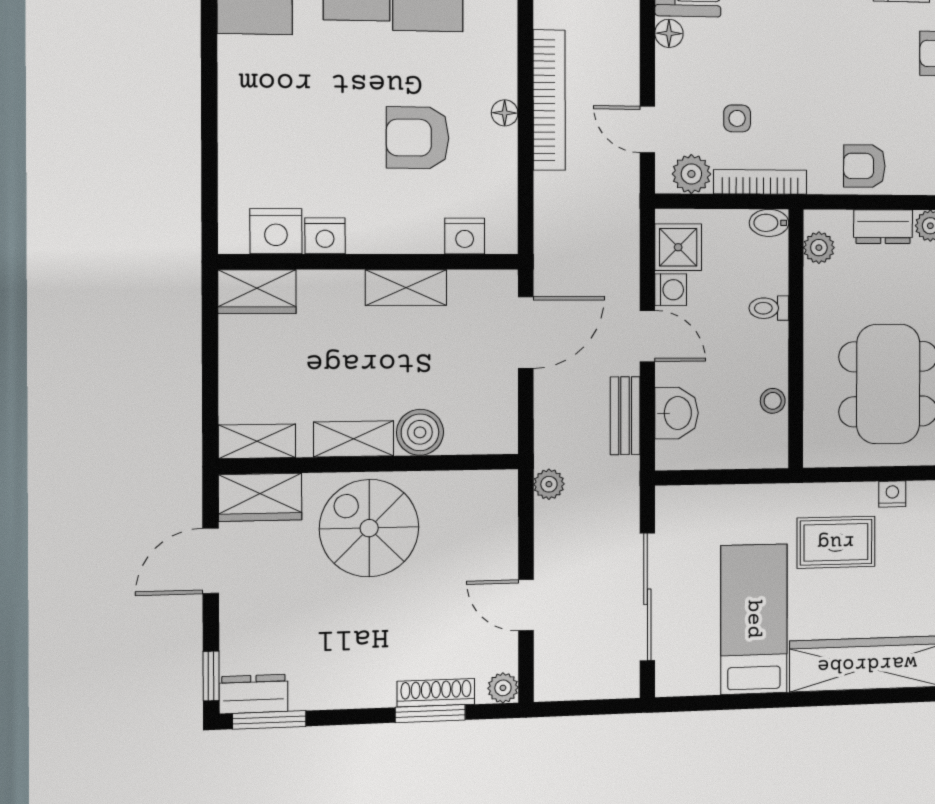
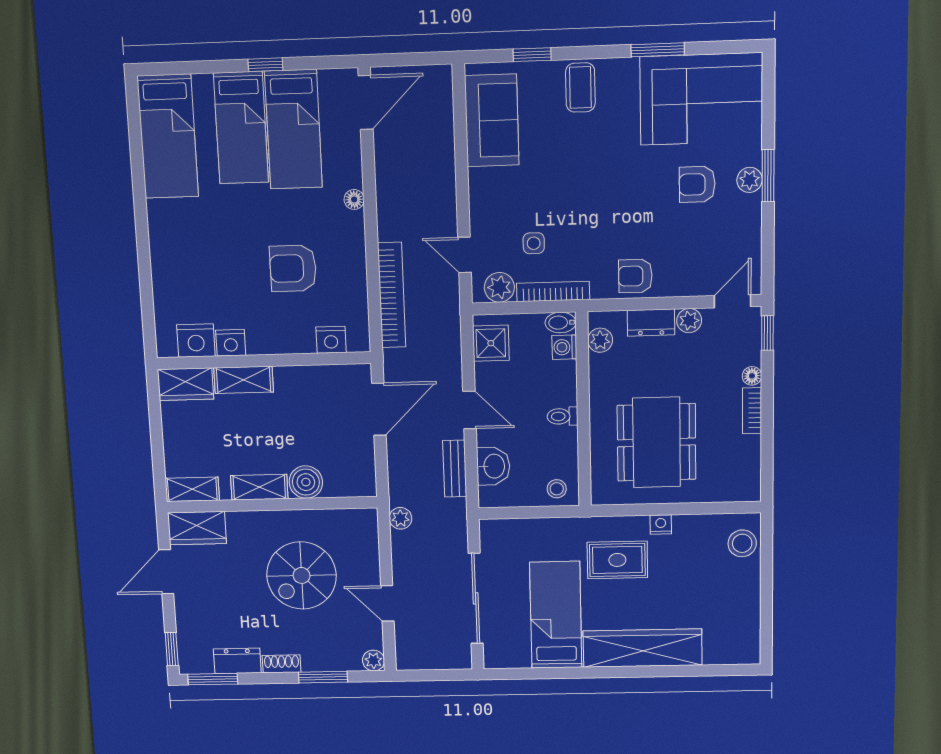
floor lamp: (669, 33) -> (479, 180), removed
bookcase: (549, 100) -> (392, 295), moved
floor lamp: (505, 113) -> (354, 199), moved
shelving: (406, 288) -> (244, 380), moved
washing machine: (671, 290) -> (564, 347), moved, turned 180
toilet: (769, 308) -> (563, 416), moved
stool: (773, 401) -> (557, 489), moved
spiral stairs: (369, 528) -> (302, 575), moved, turned -90
shoe rack: (436, 693) -> (282, 664), moved, width x0.70
dresser: (253, 694) -> (237, 661), moved

